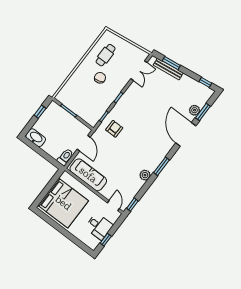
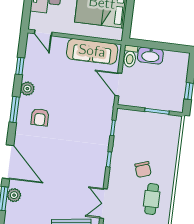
armchair: (114, 129) -> (40, 117), moved
washbasin: (36, 138) -> (150, 56), moved
window: (132, 205) -> (20, 66), moved

